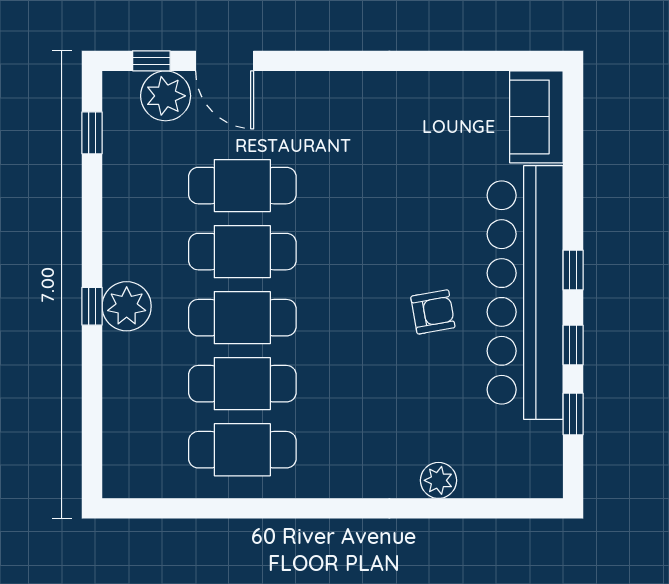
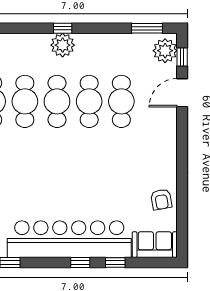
plant: (166, 96) -> (165, 51), moved
window: (92, 133) -> (147, 28), width x1.50
armchair: (433, 312) -> (161, 199), moved
window: (573, 345) -> (115, 263), moved

